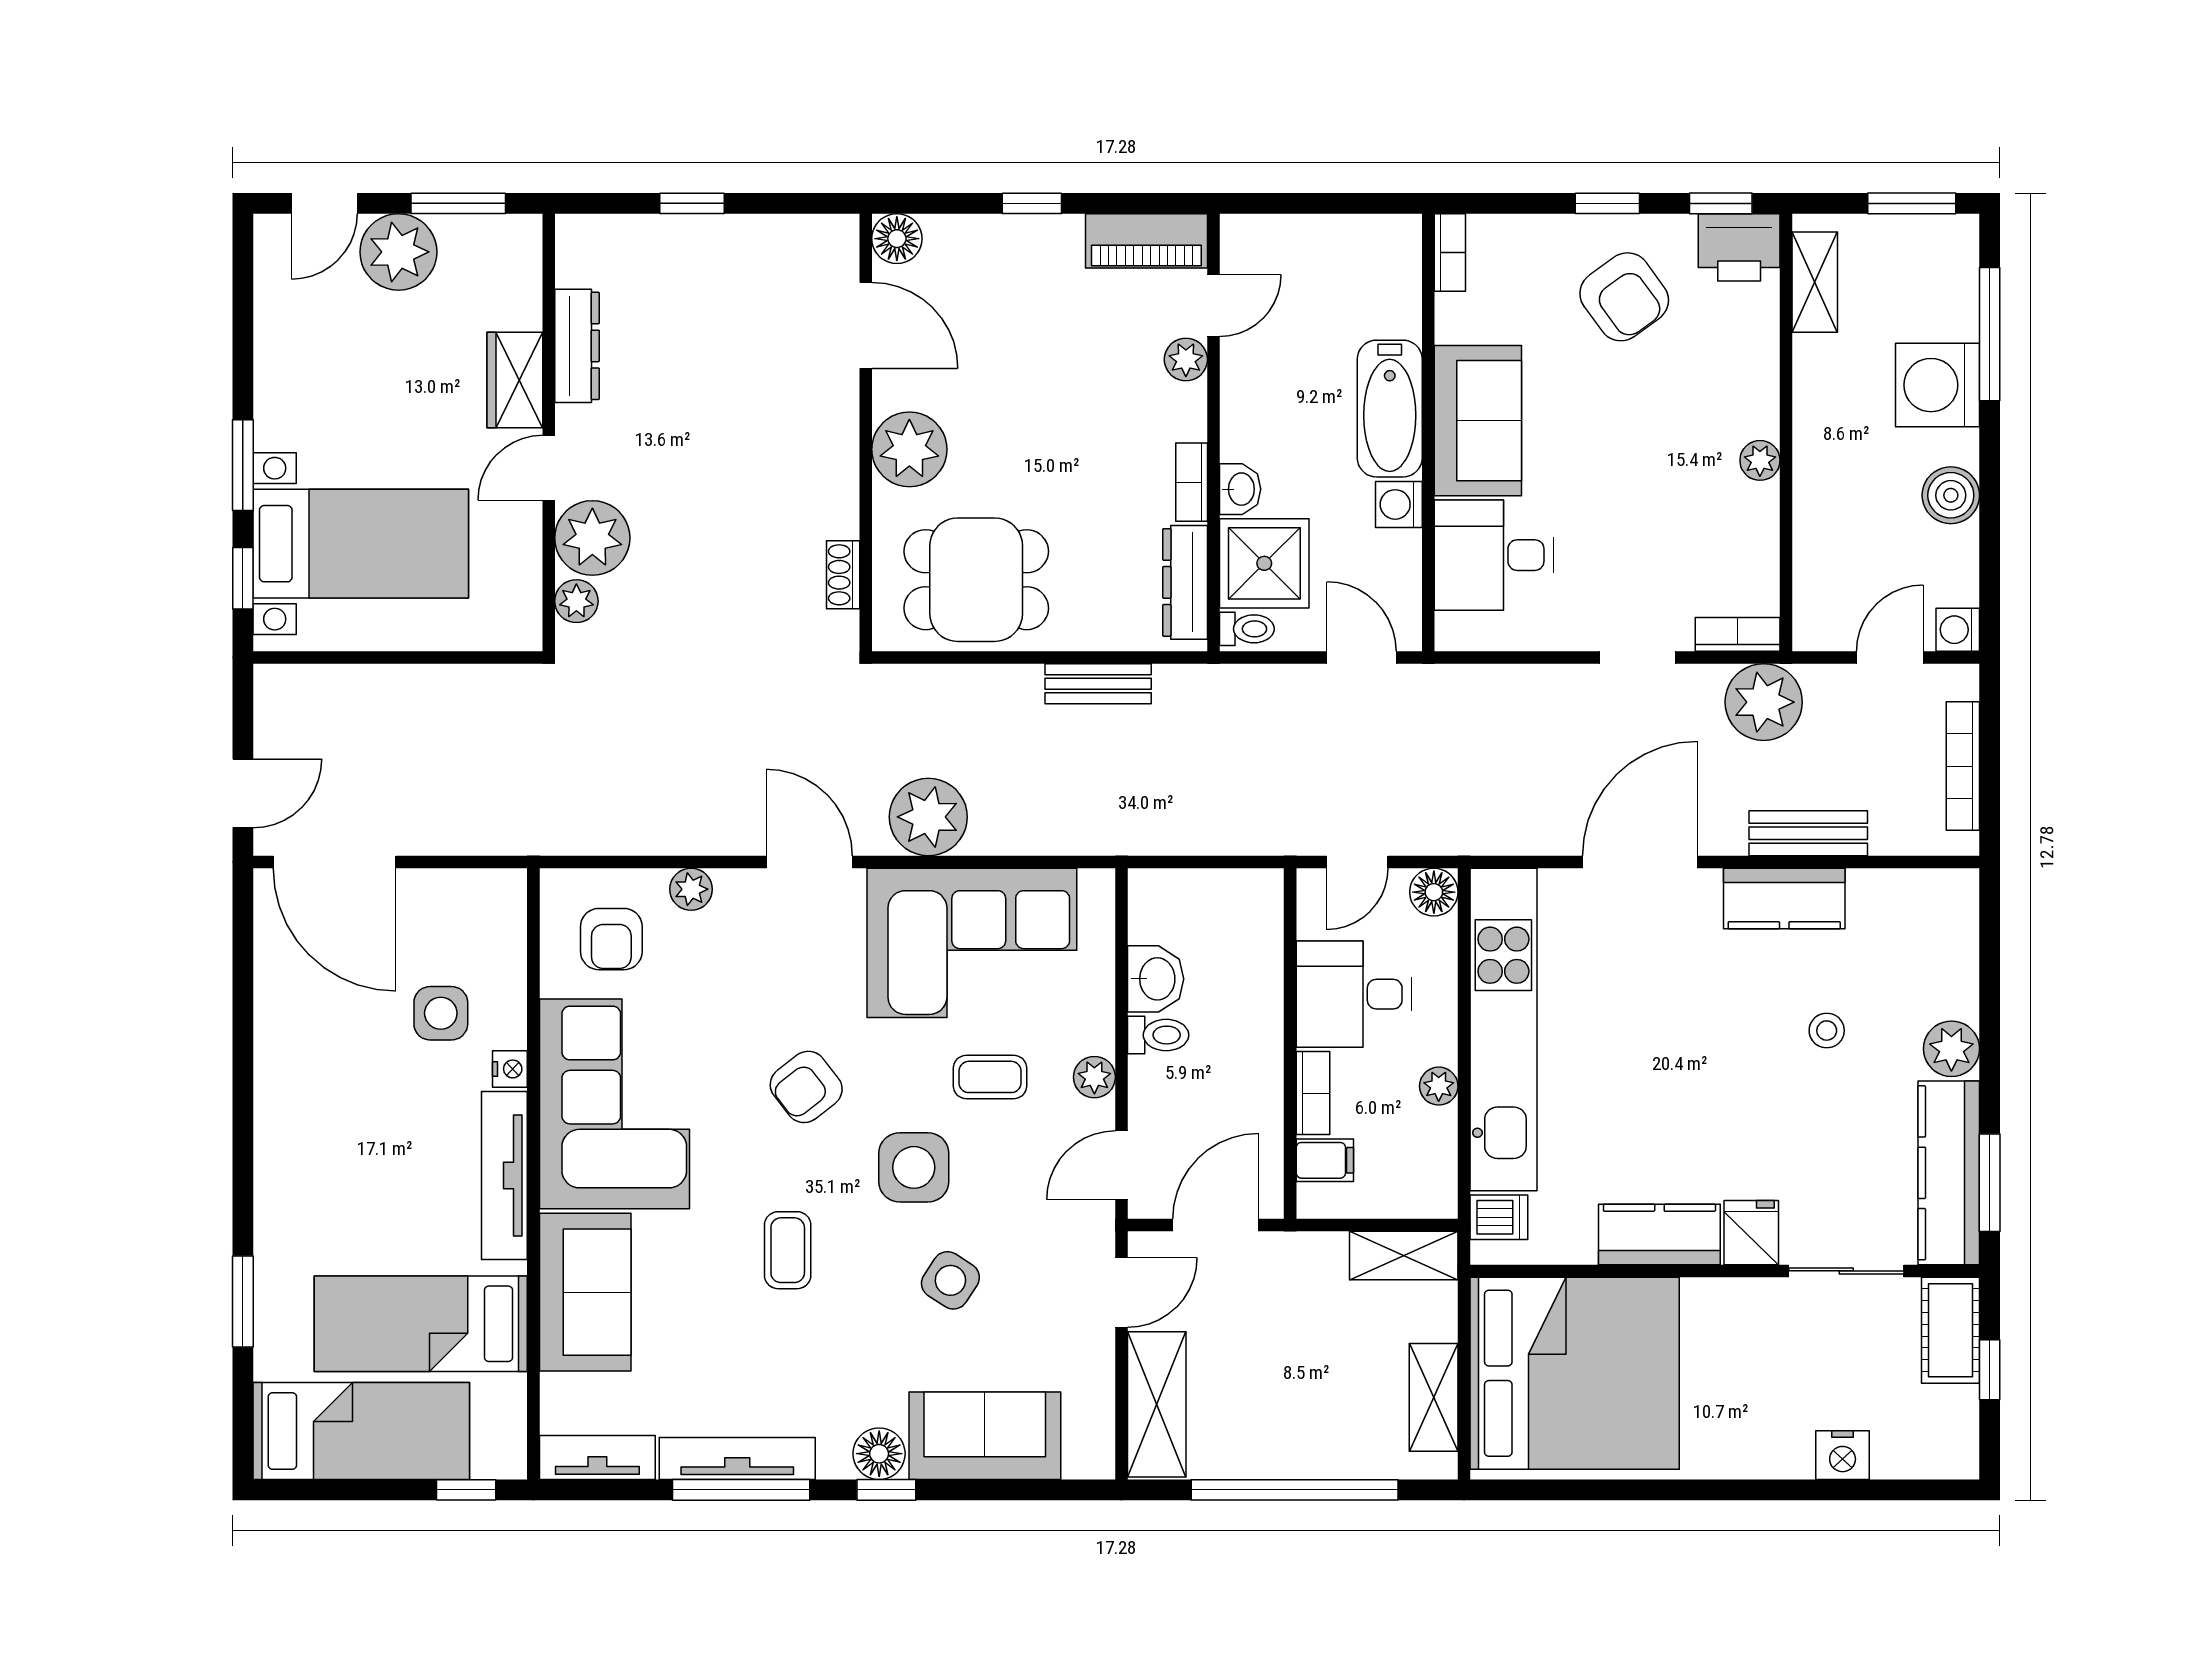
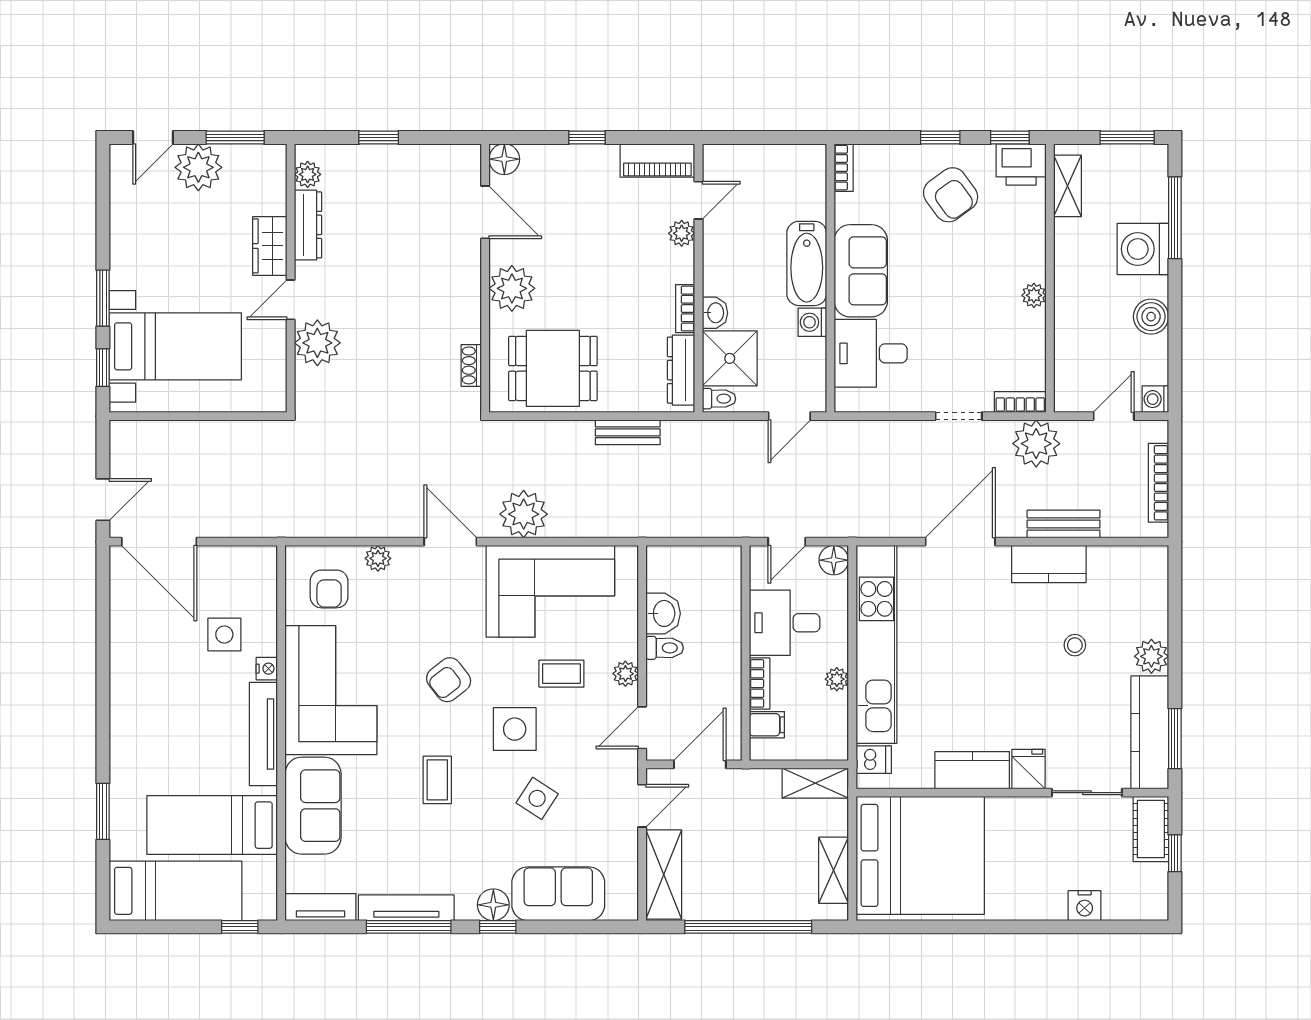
plant: (576, 601) -> (308, 174), moved
door: (1362, 657) -> (789, 416), swing flipped

